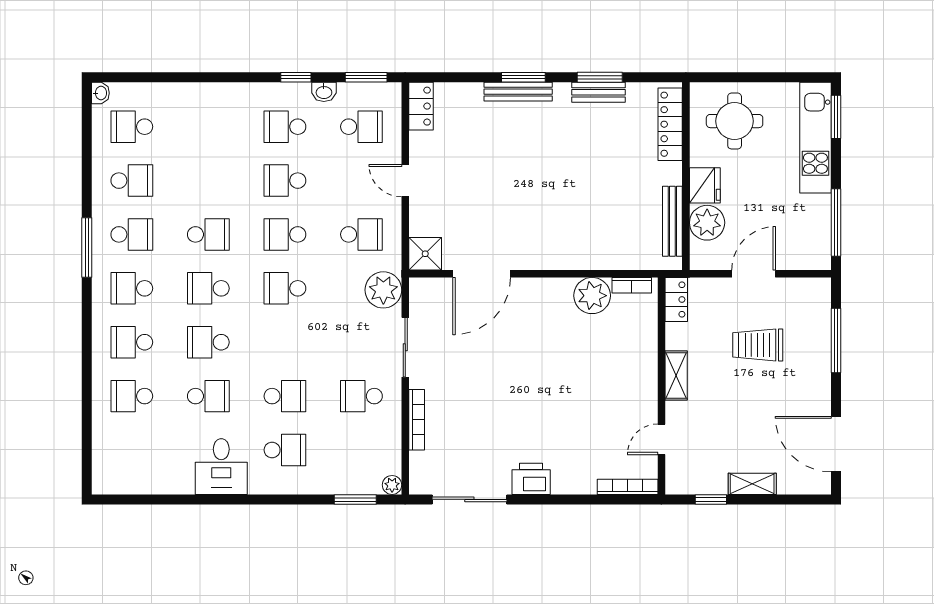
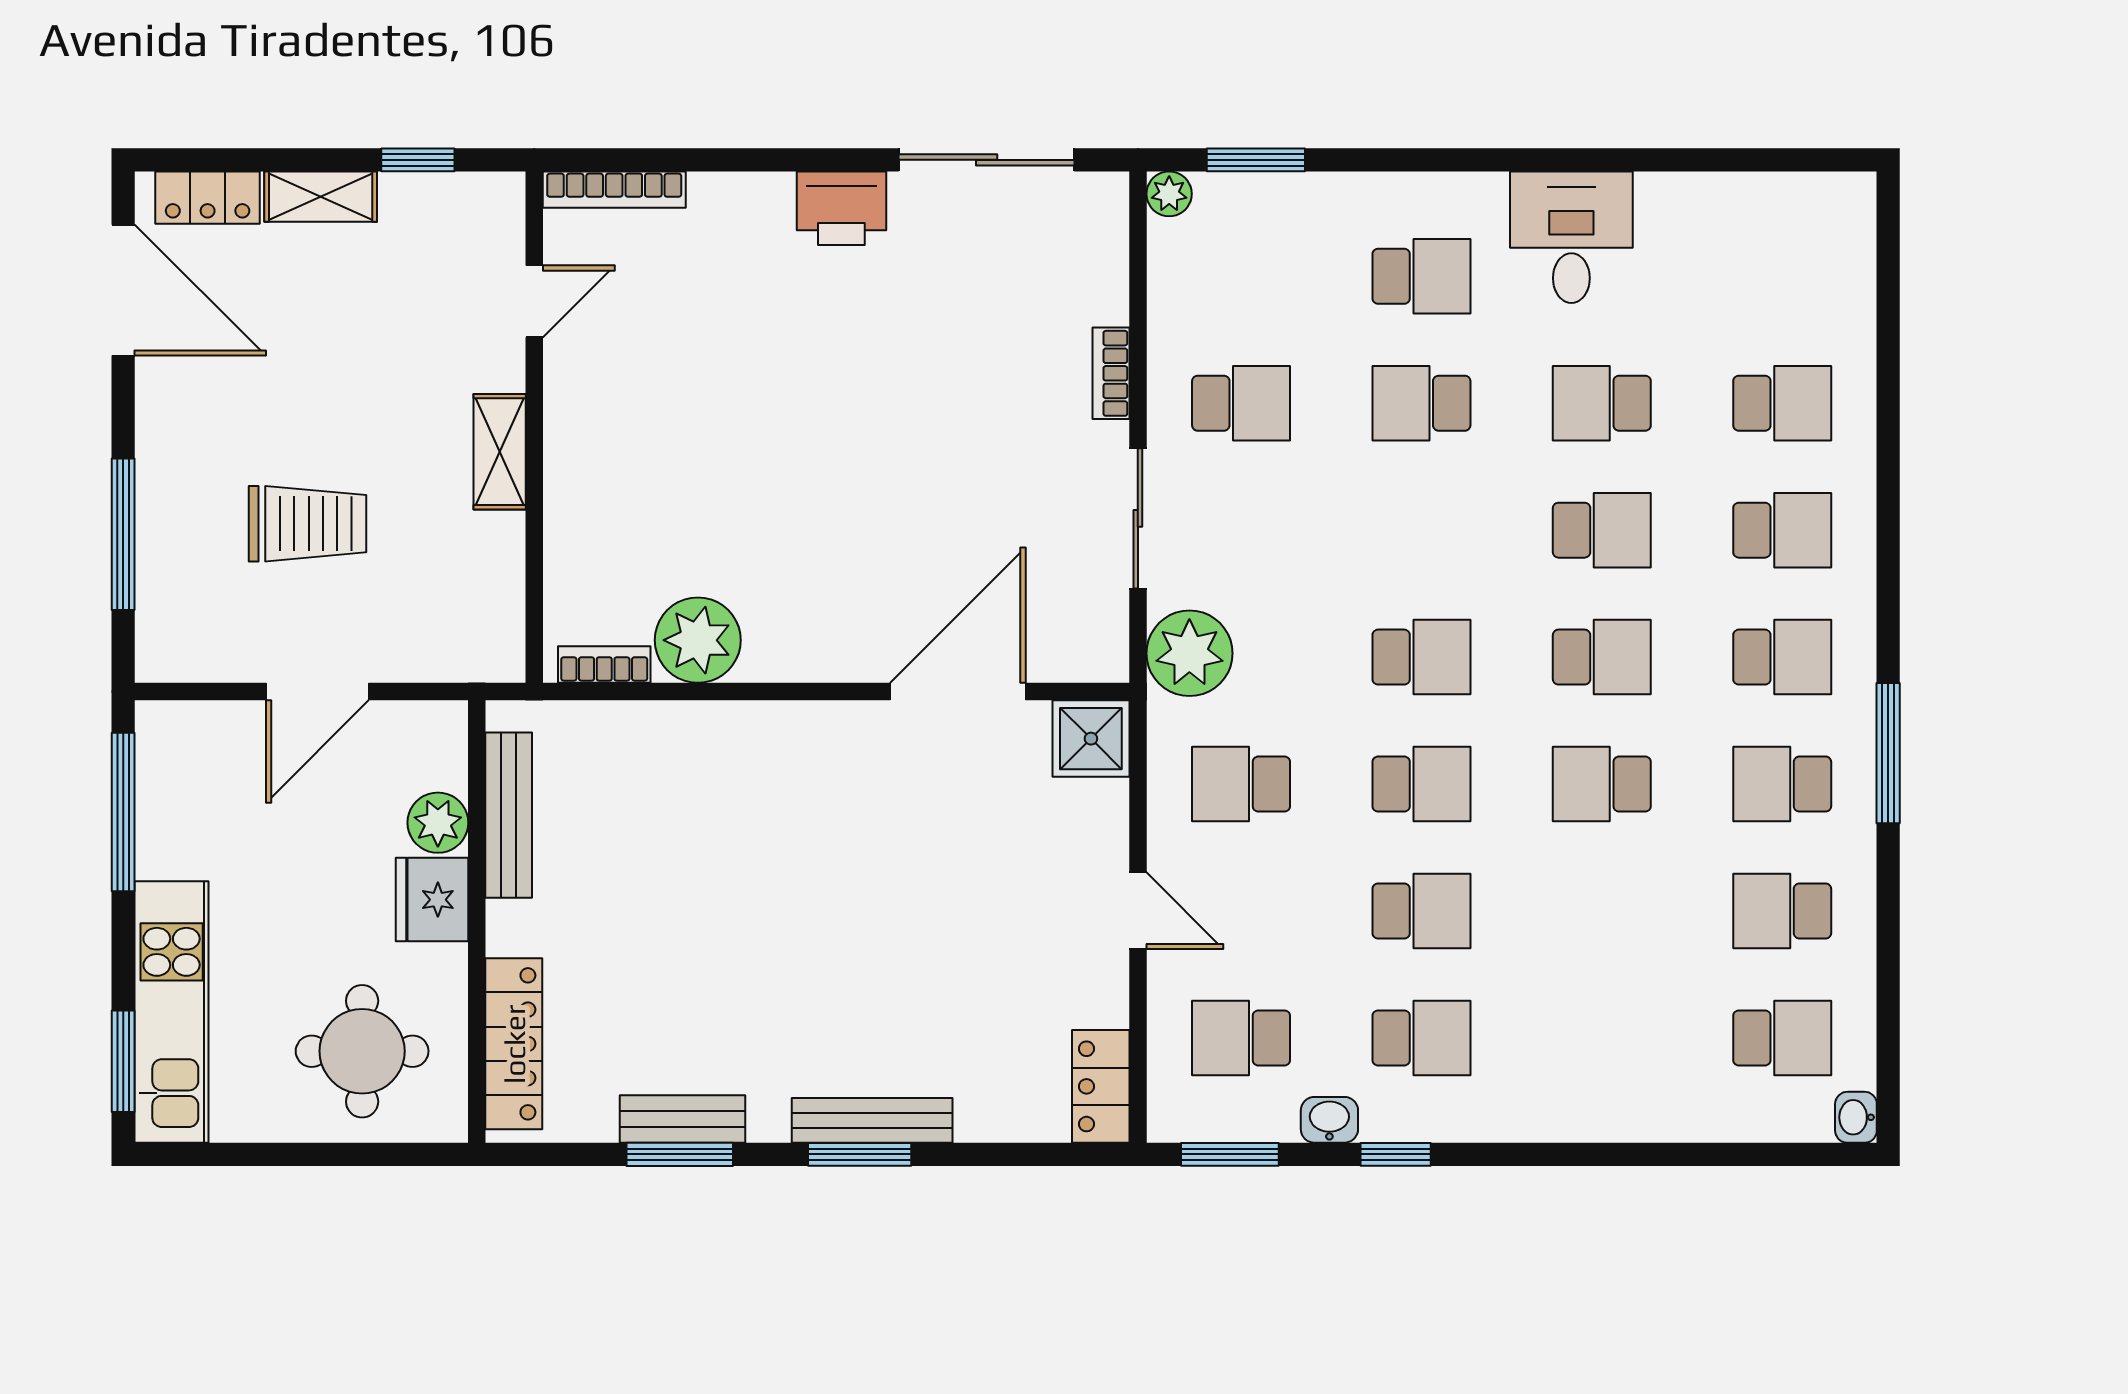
plant: (707, 223) -> (438, 823), width x0.73, depth x0.73
locker: (676, 299) -> (208, 198), moved, turned -90
bookcase: (417, 420) -> (1111, 373), width x0.64
school desk: (285, 450) -> (1421, 276), turned 180

